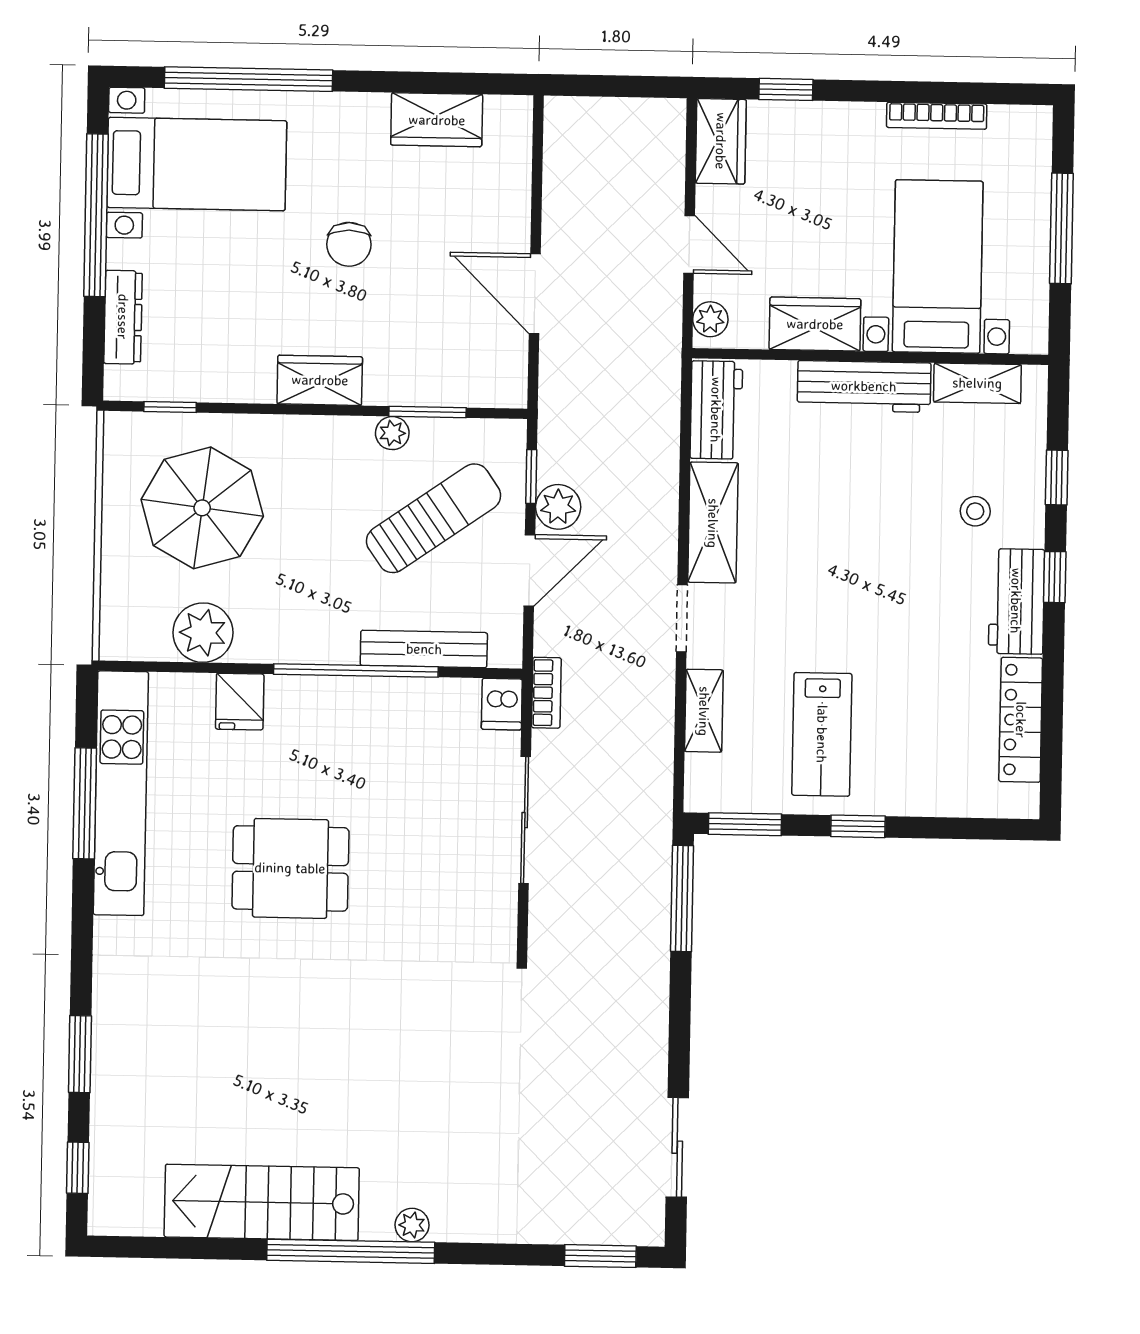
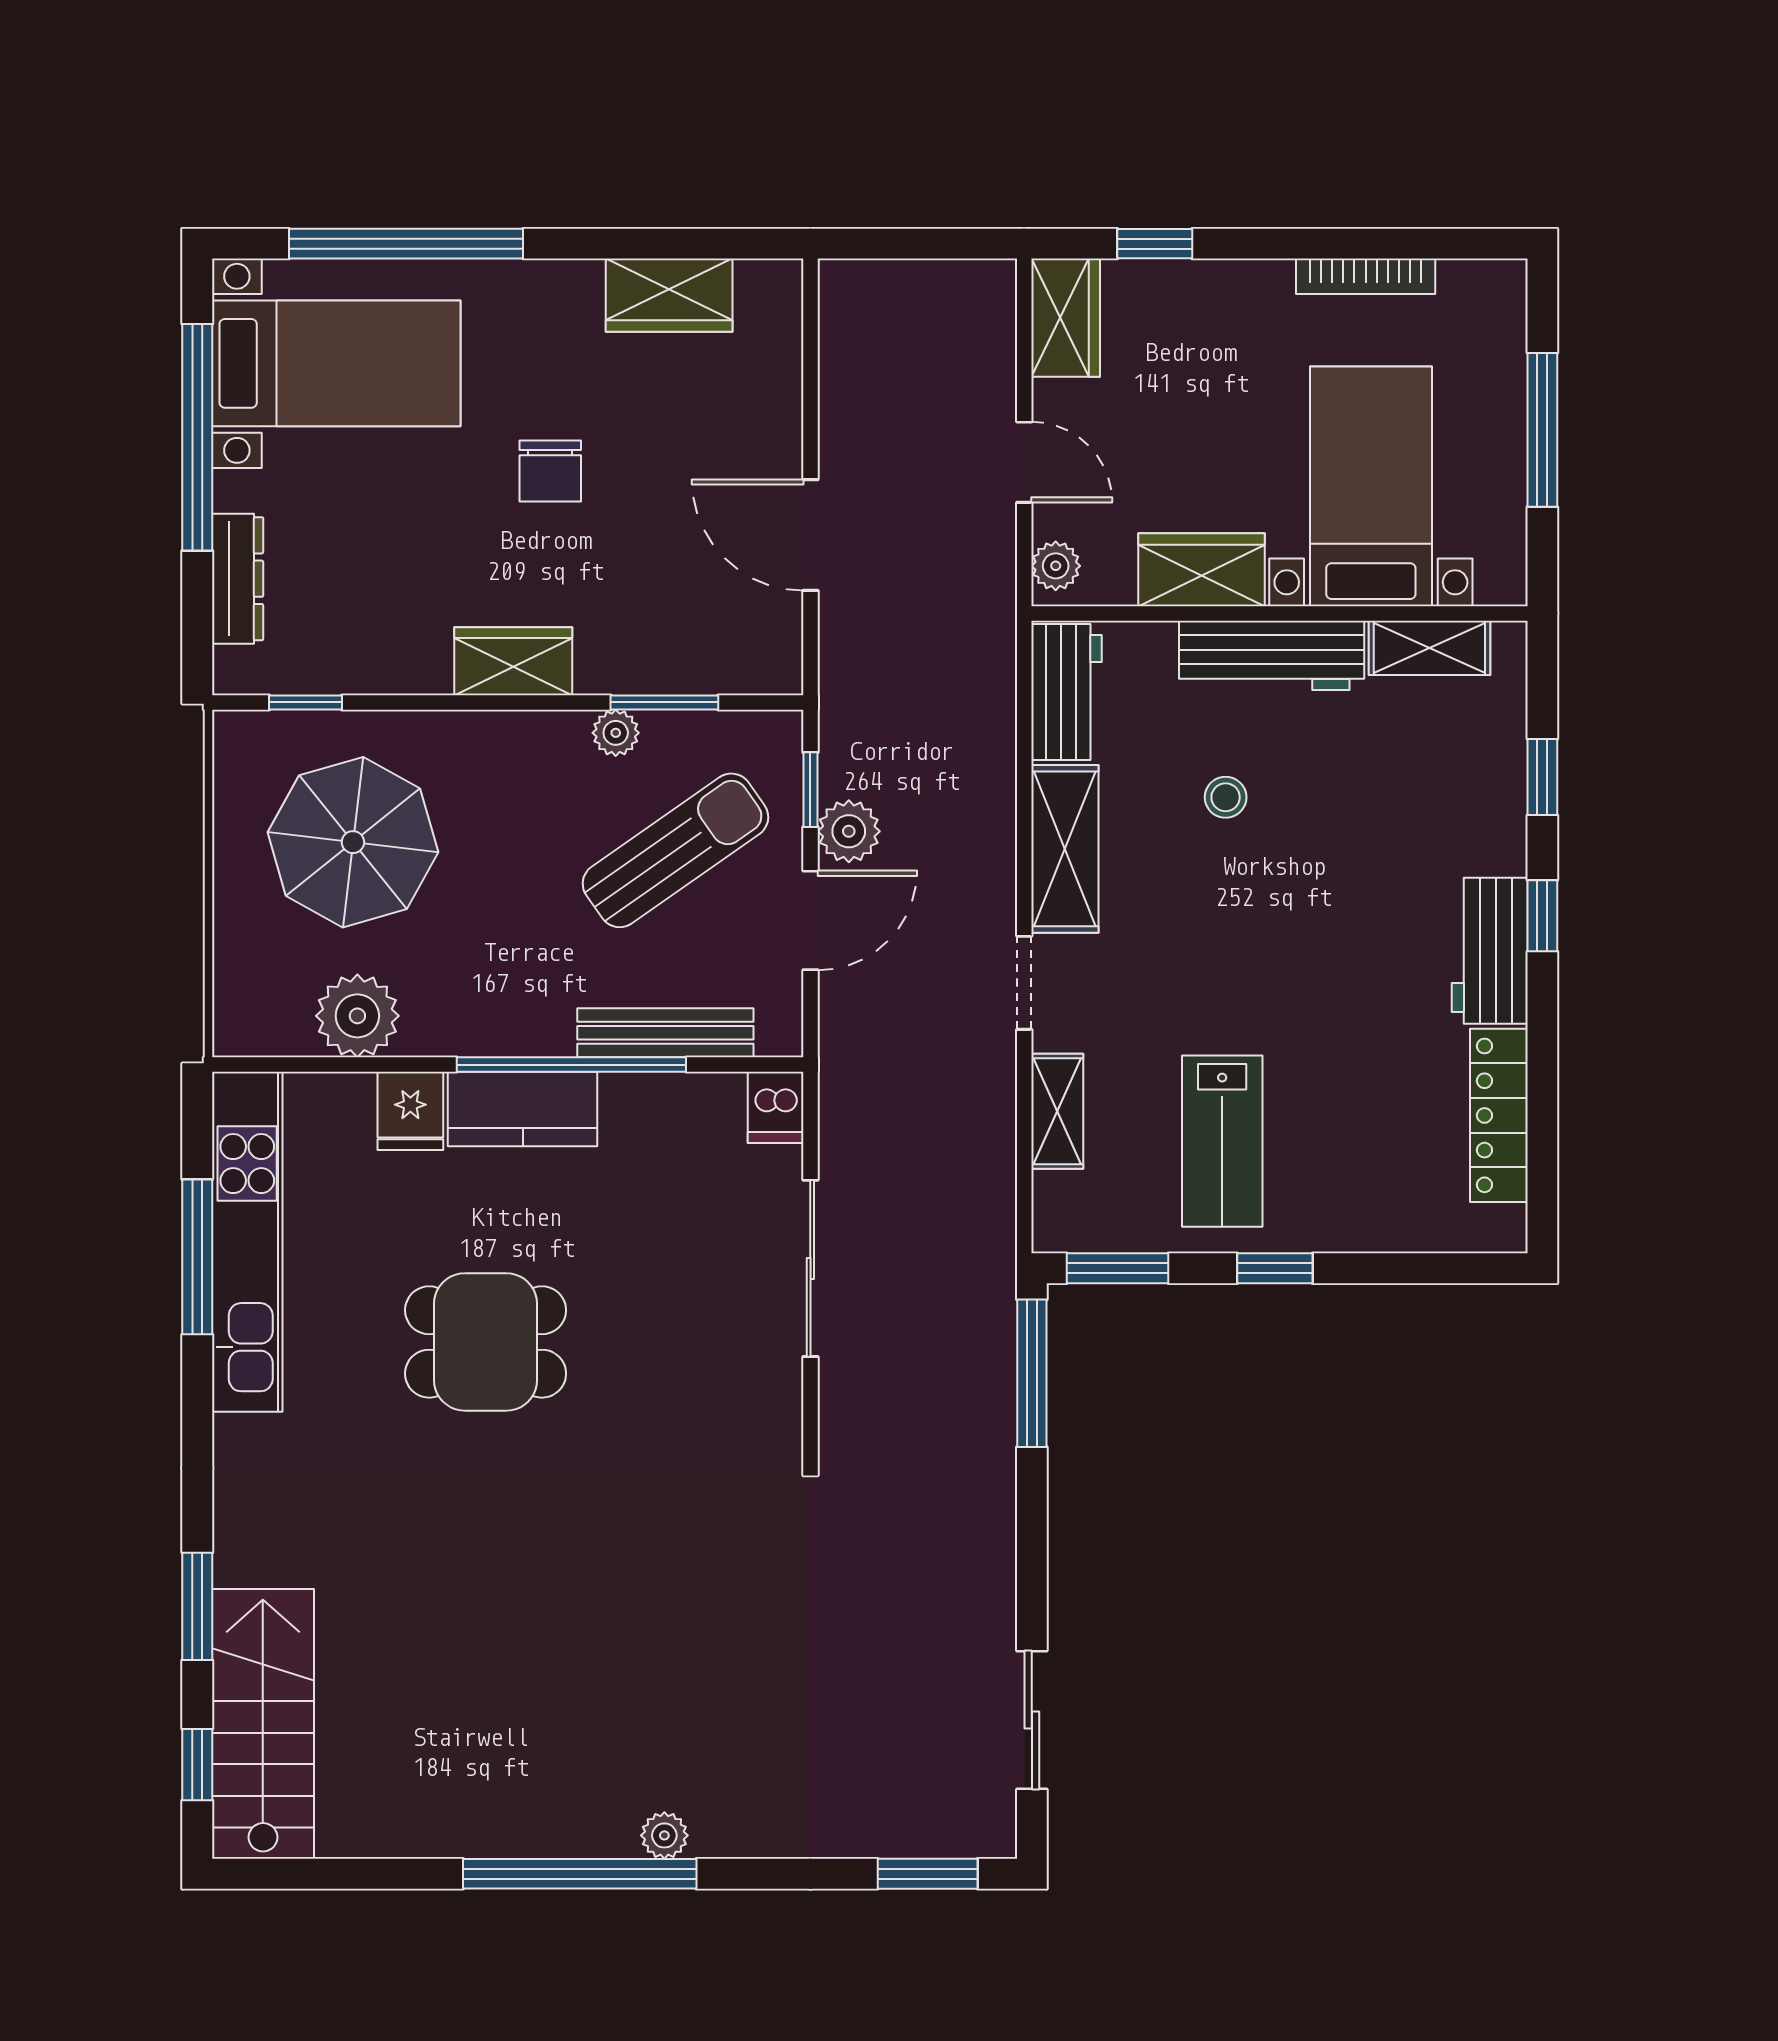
stool: (975, 511) -> (1226, 797), moved
bookcase: (546, 693) -> (837, 1090), removed
kitchen counter: (320, 702) -> (523, 1109), added
stairs: (262, 1202) -> (263, 1724), moved, turned 90

